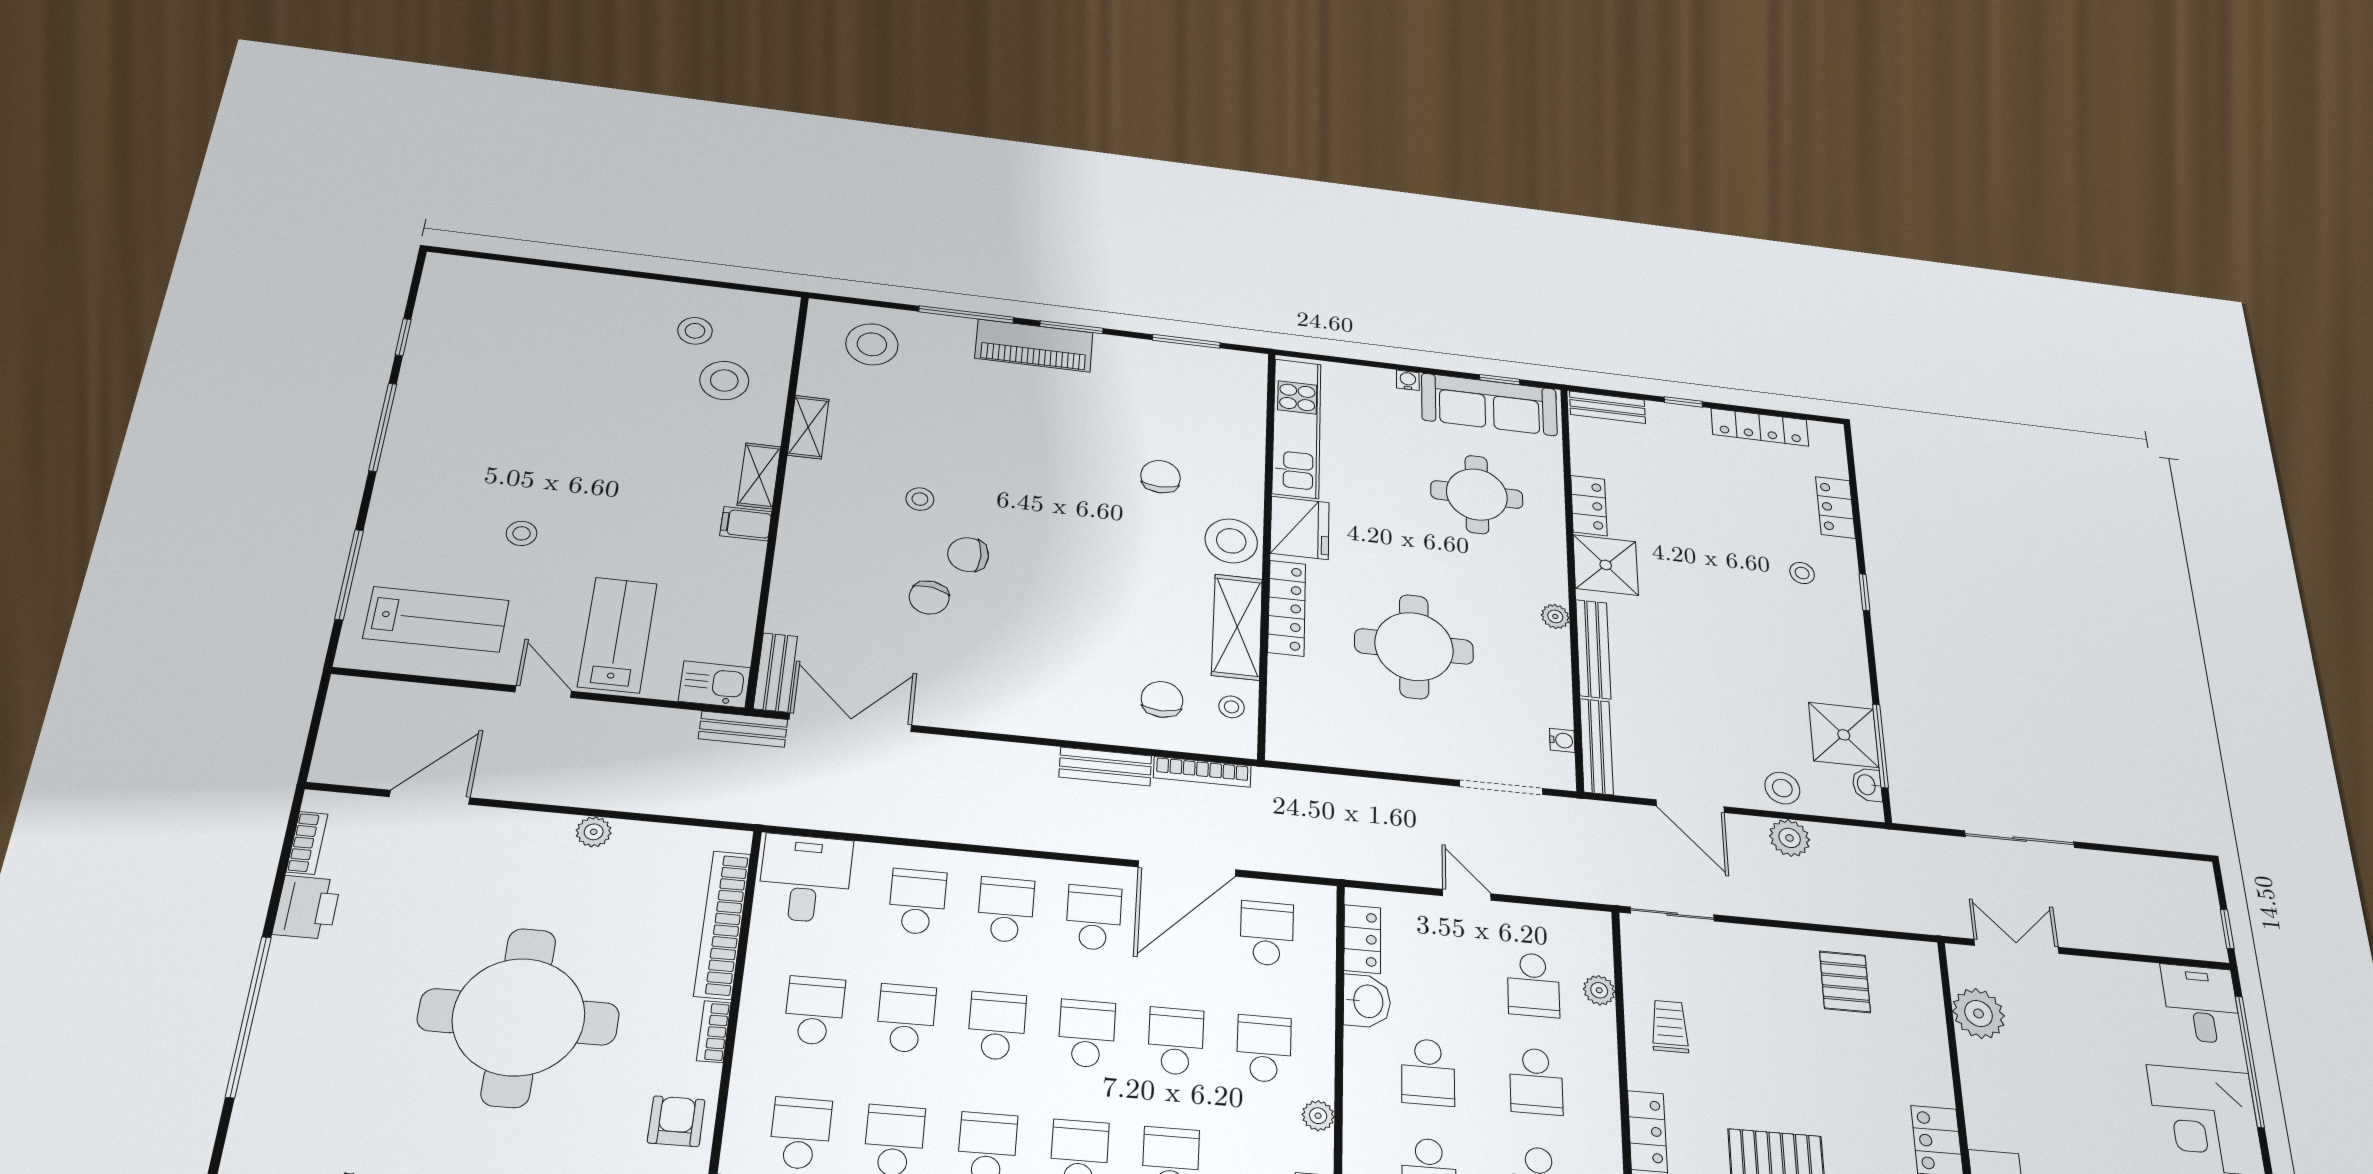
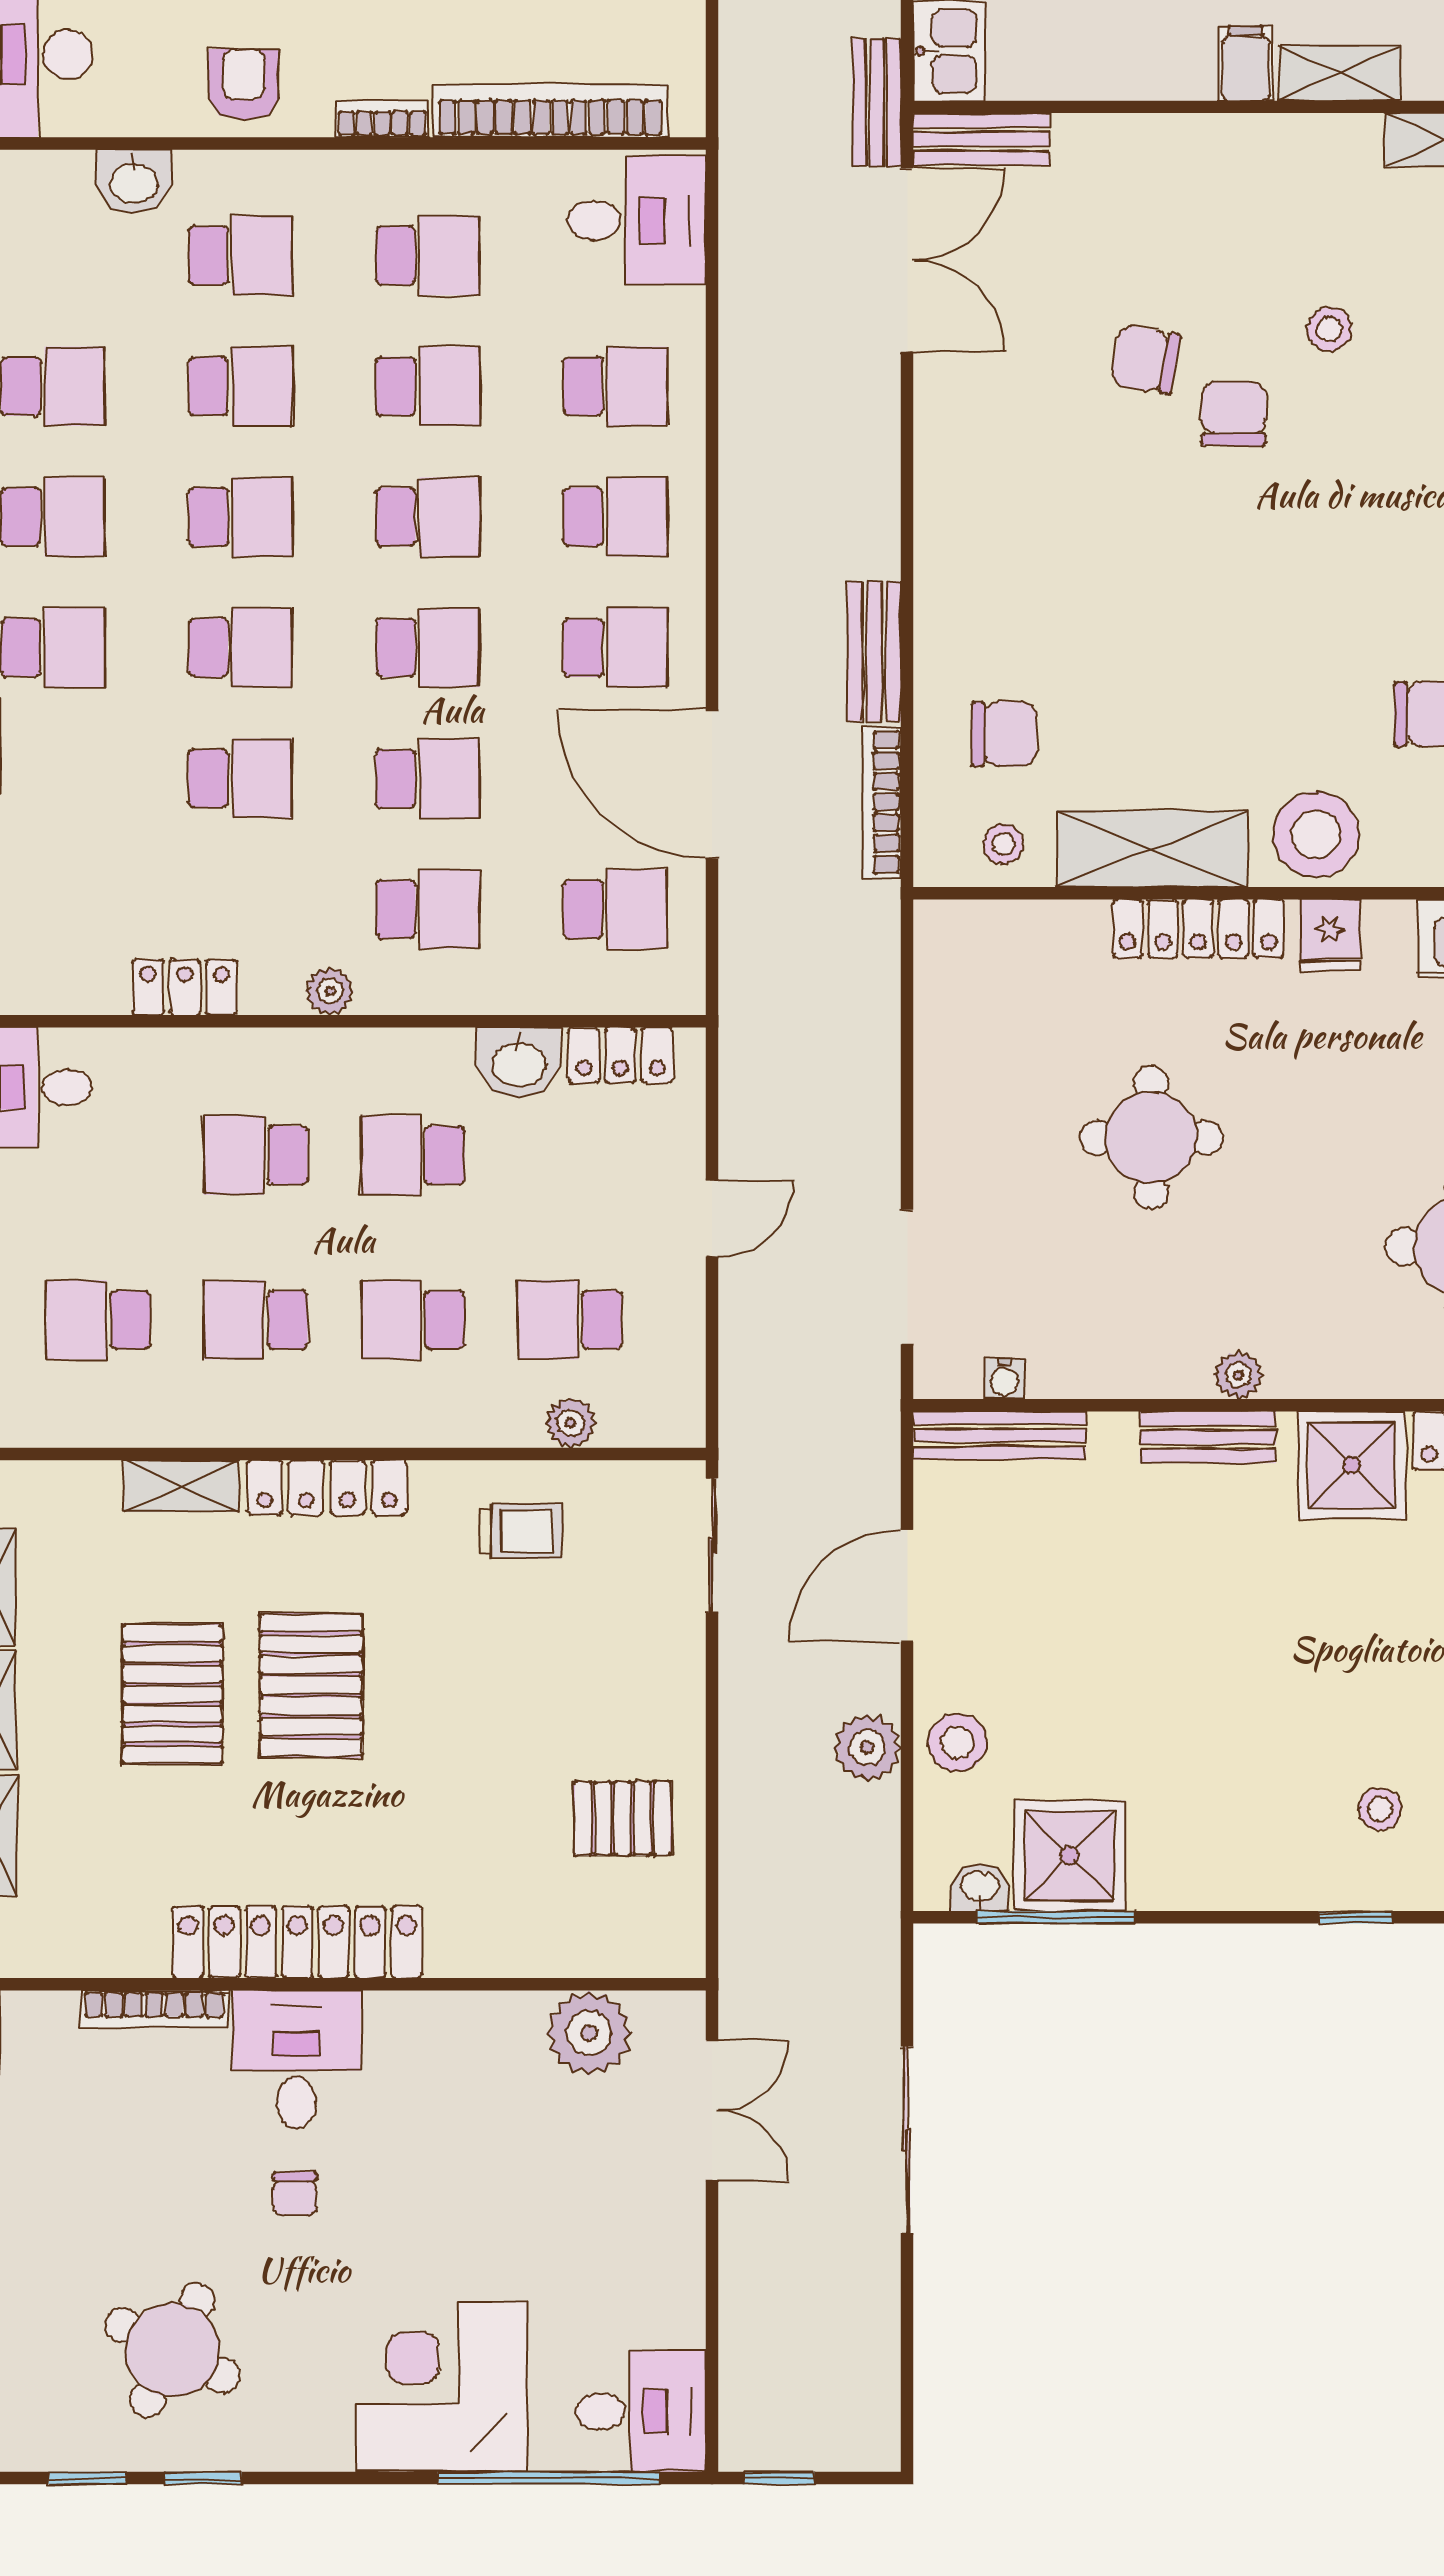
fridge: (1300, 528) -> (1330, 935), width x0.53, depth x0.75
round table: (1414, 646) -> (1151, 1138), width x0.73, depth x0.73
bench: (1593, 649) -> (1208, 1437), width x0.73
armchair: (676, 1121) -> (244, 84), turned -90

